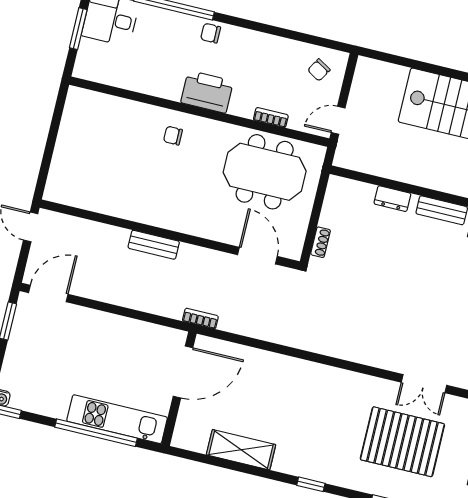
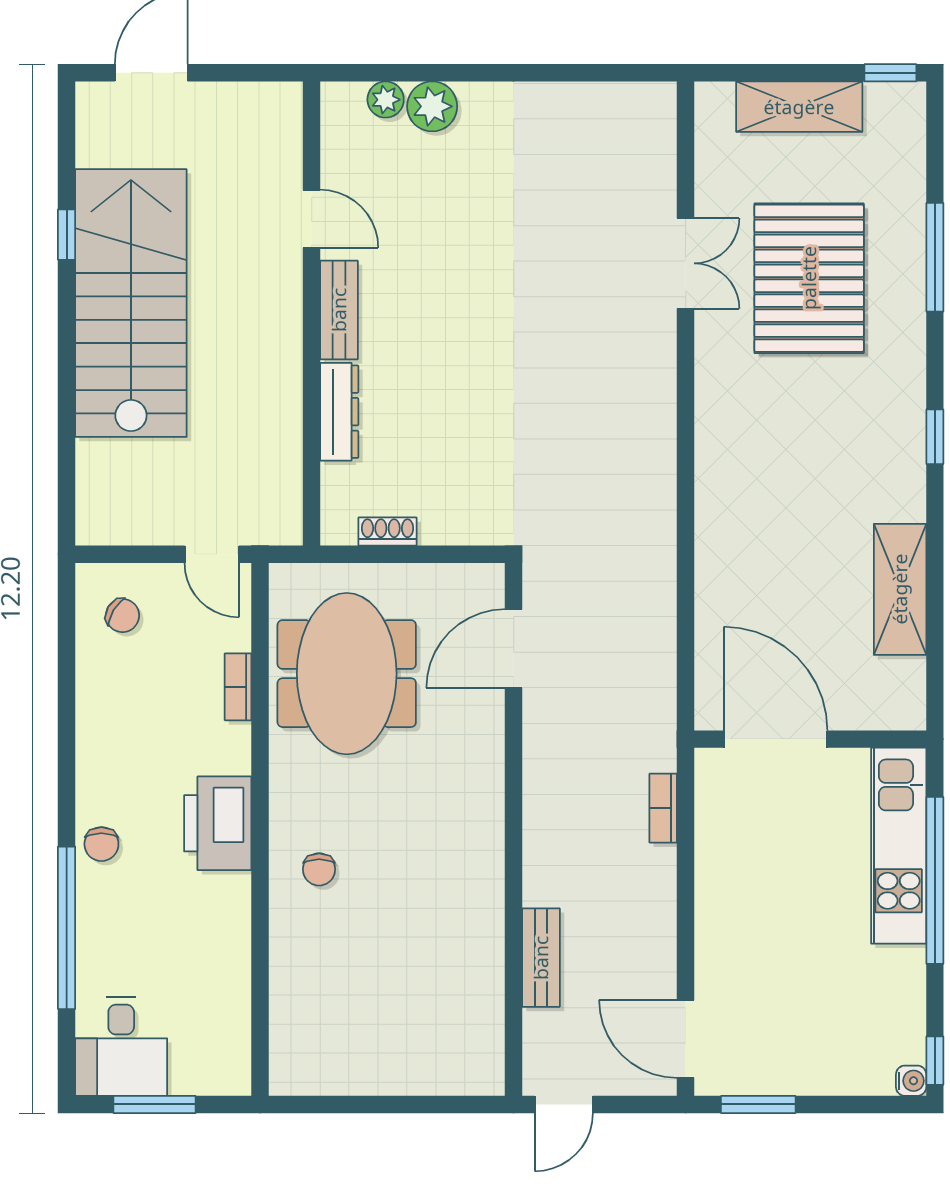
dresser: (392, 199) -> (339, 412), width x1.44
shoe rack: (321, 242) -> (388, 532), moved
bench: (154, 245) -> (541, 958), moved
bookcase: (200, 319) -> (663, 808), moved

